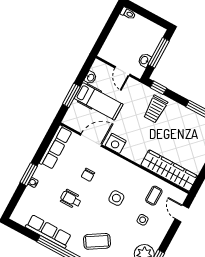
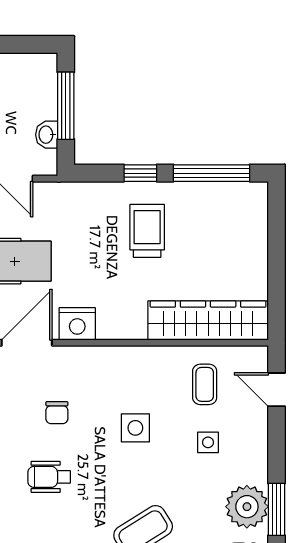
window: (158, 88) -> (140, 173), moved
trolley: (155, 109) -> (147, 231), moved, turned 180

